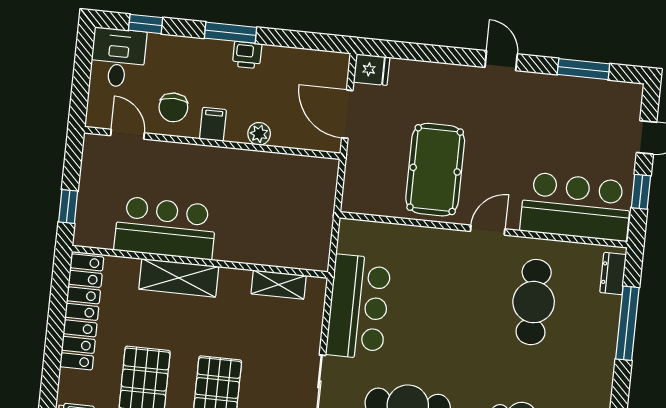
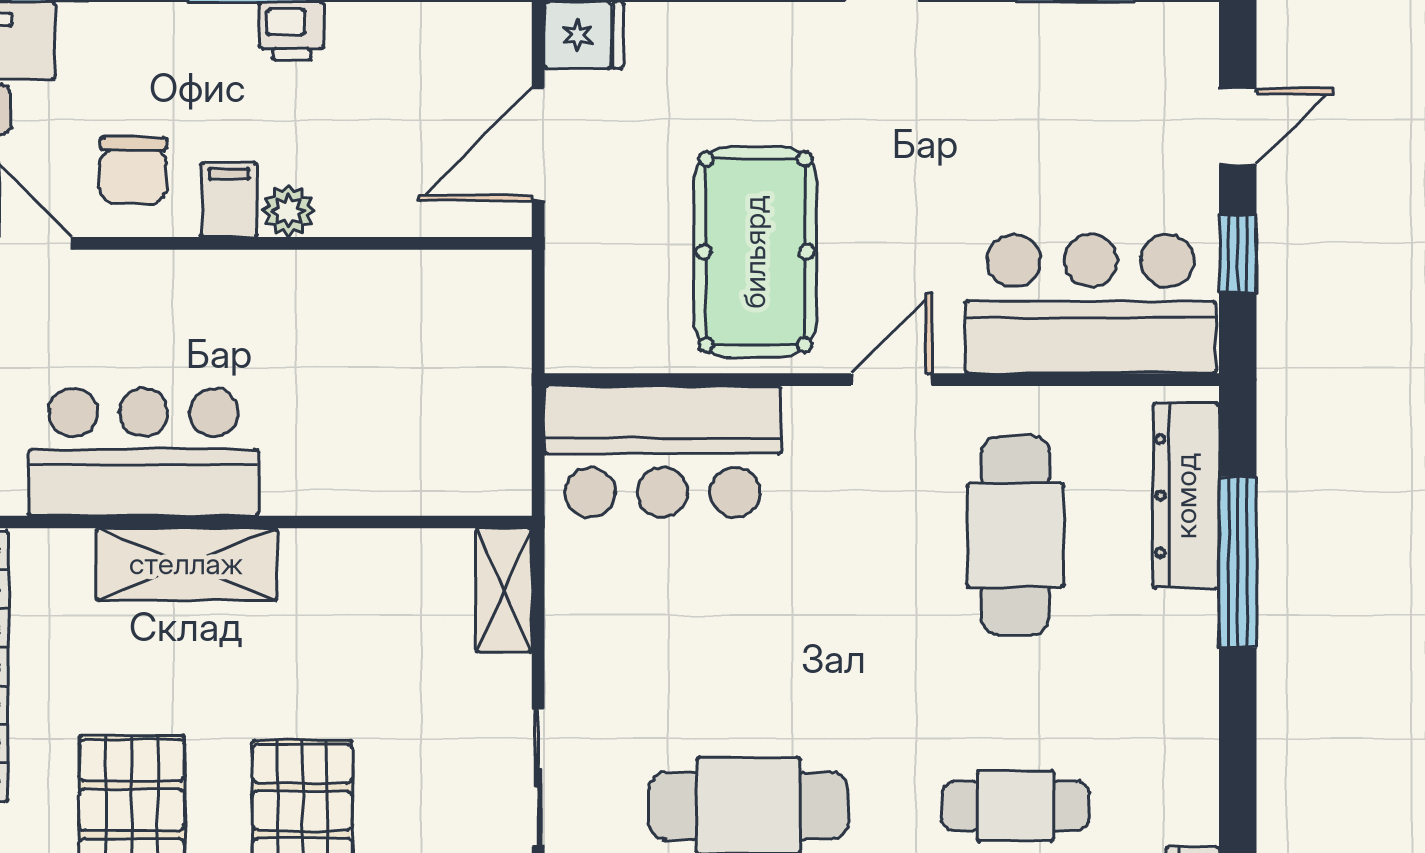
door: (347, 114) -> (538, 144), hinge flipped
plant: (259, 134) -> (288, 211), moved
dresser: (613, 274) -> (1186, 496), width x1.96, depth x1.24
shelving: (279, 285) -> (504, 590), moved, turned 90
bar counter: (358, 307) -> (663, 452), moved, turned 90

